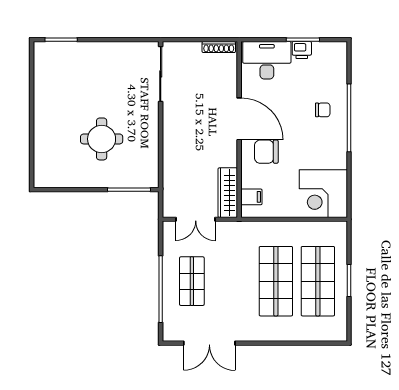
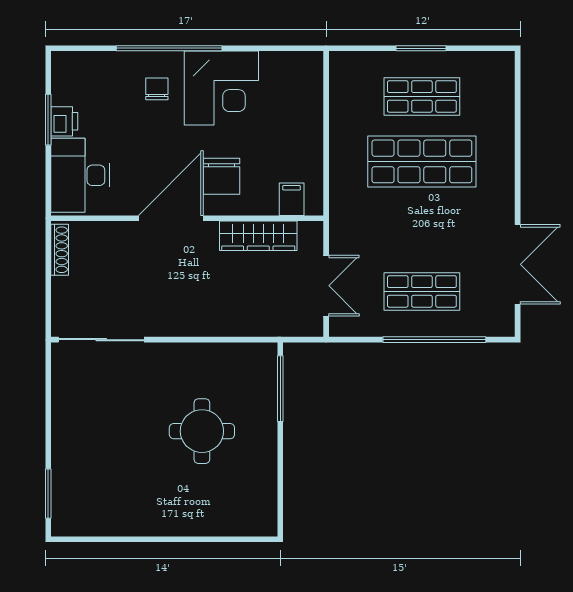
wardrobe: (228, 193) -> (258, 236), moved
corner desk: (323, 194) -> (221, 88), moved
shop shelf: (318, 281) -> (422, 96), width x0.70, depth x0.74

